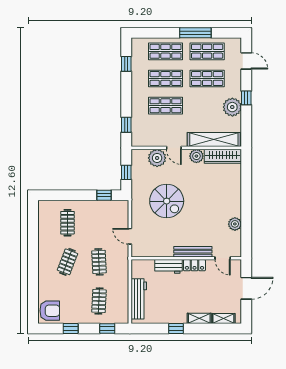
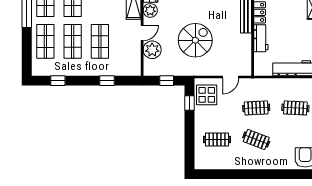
window: (126, 125) -> (107, 81), moved
display table: (112, 212) -> (207, 95), added

